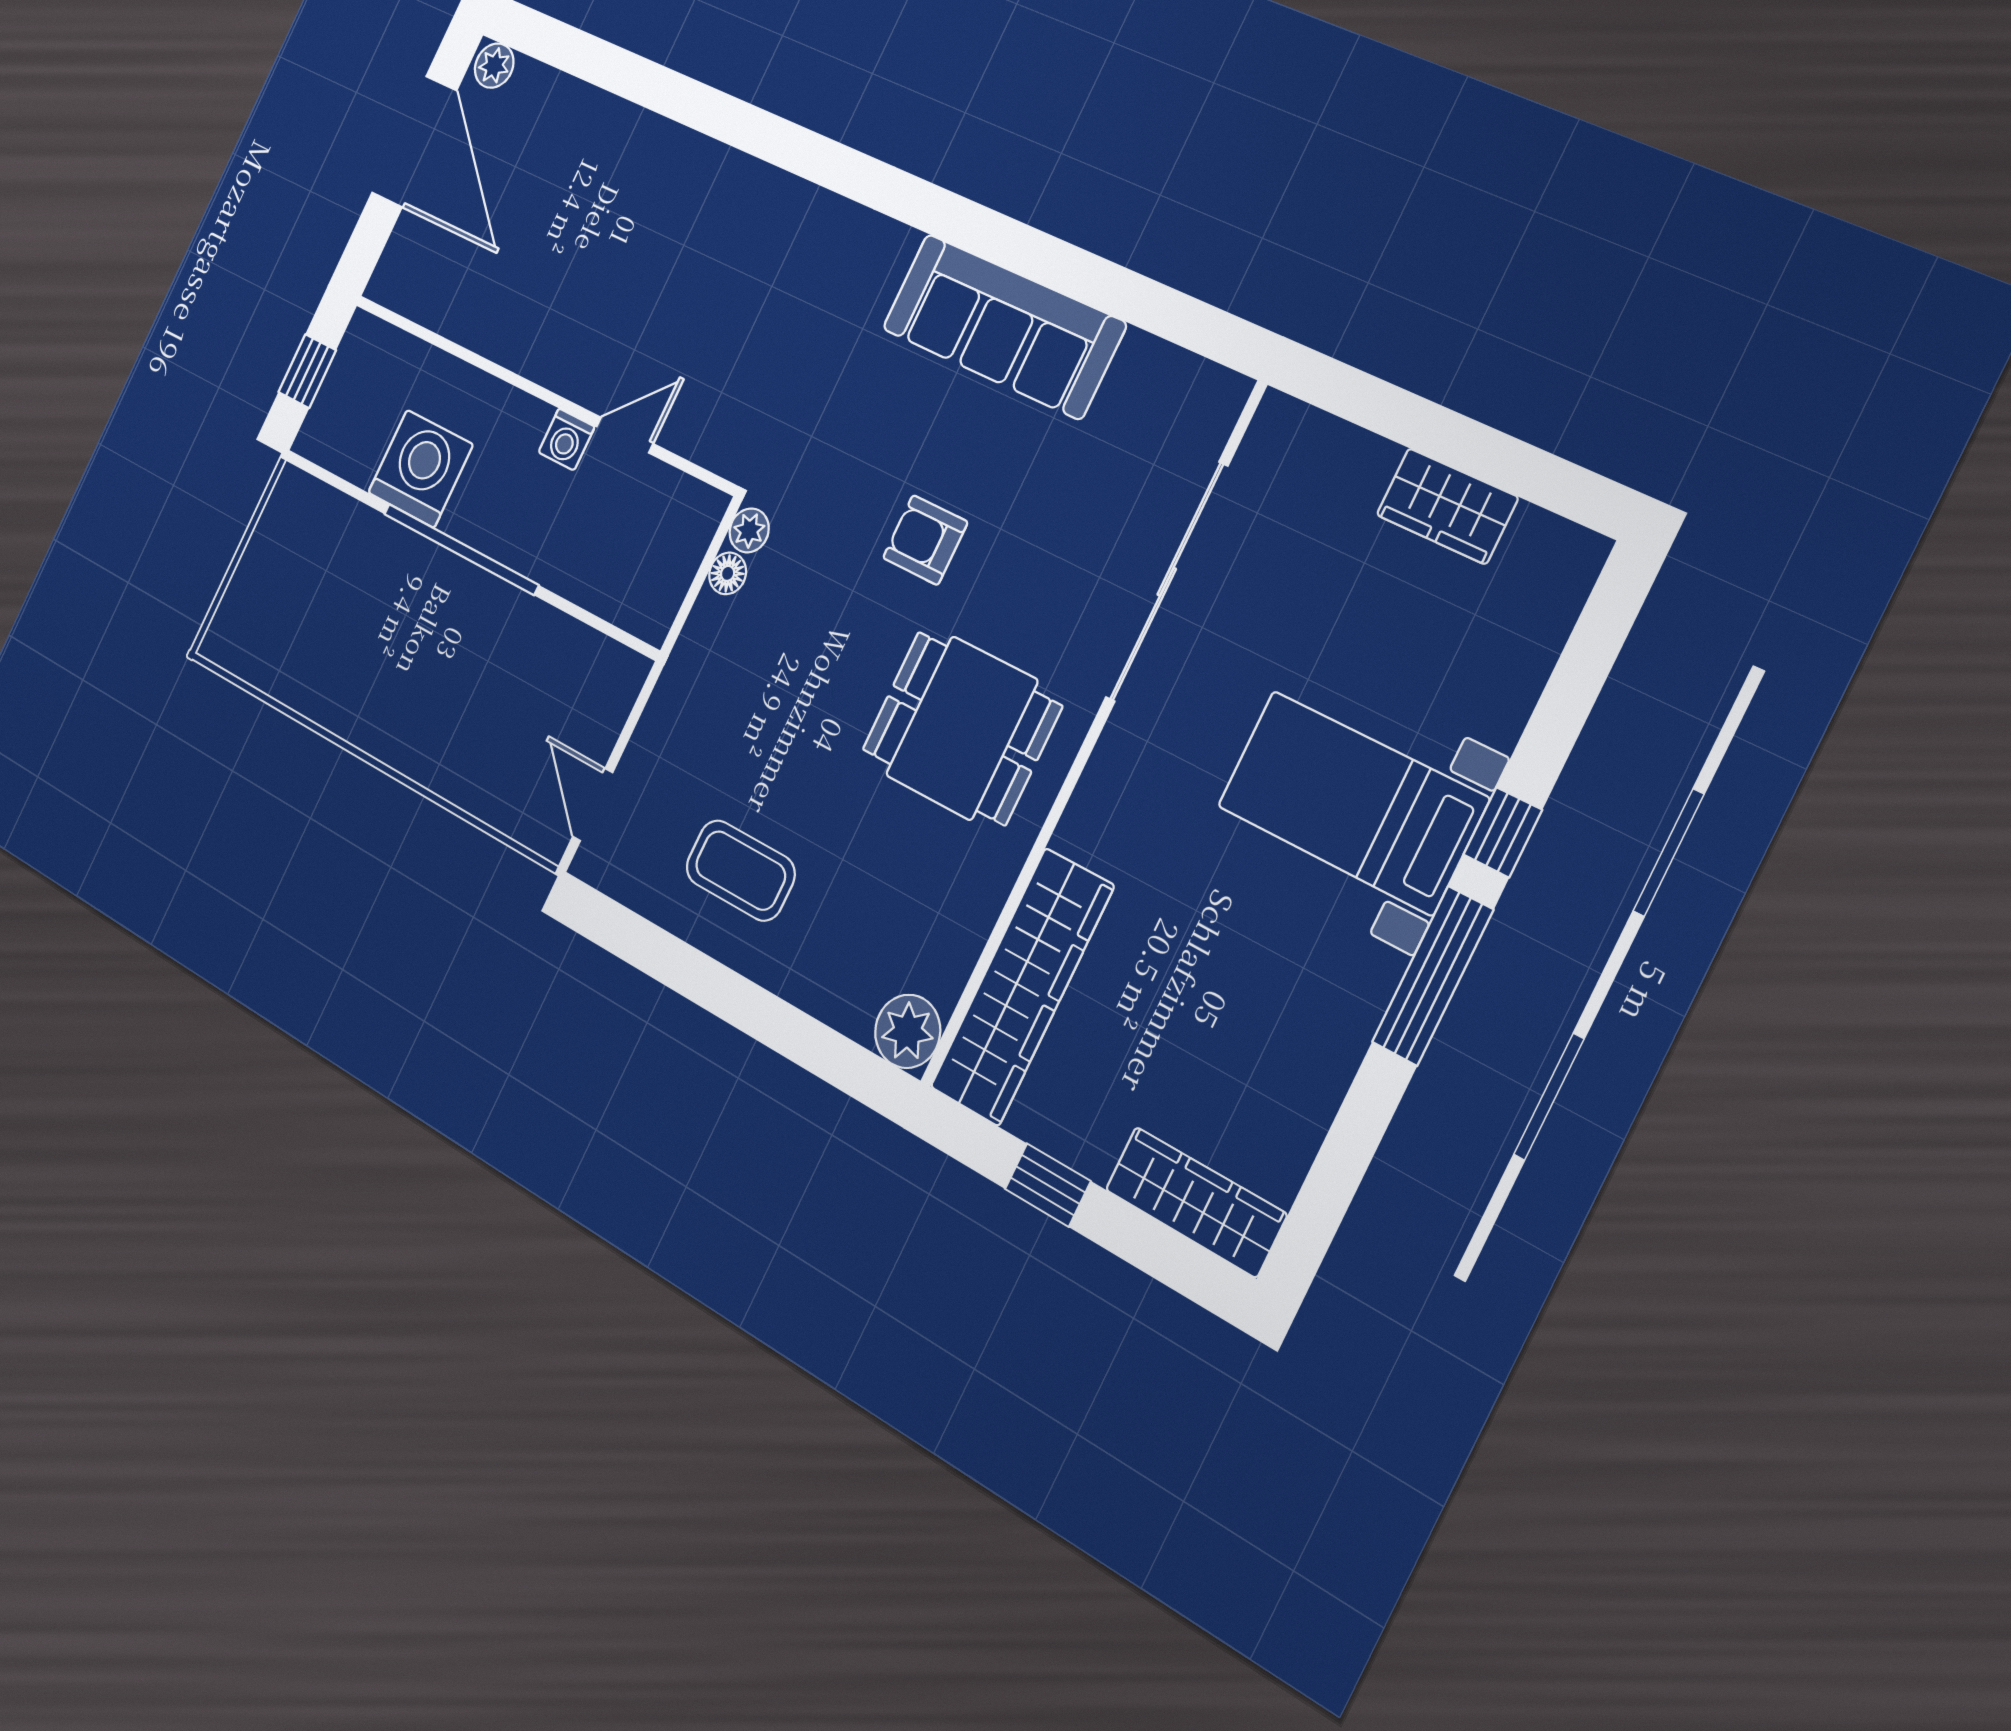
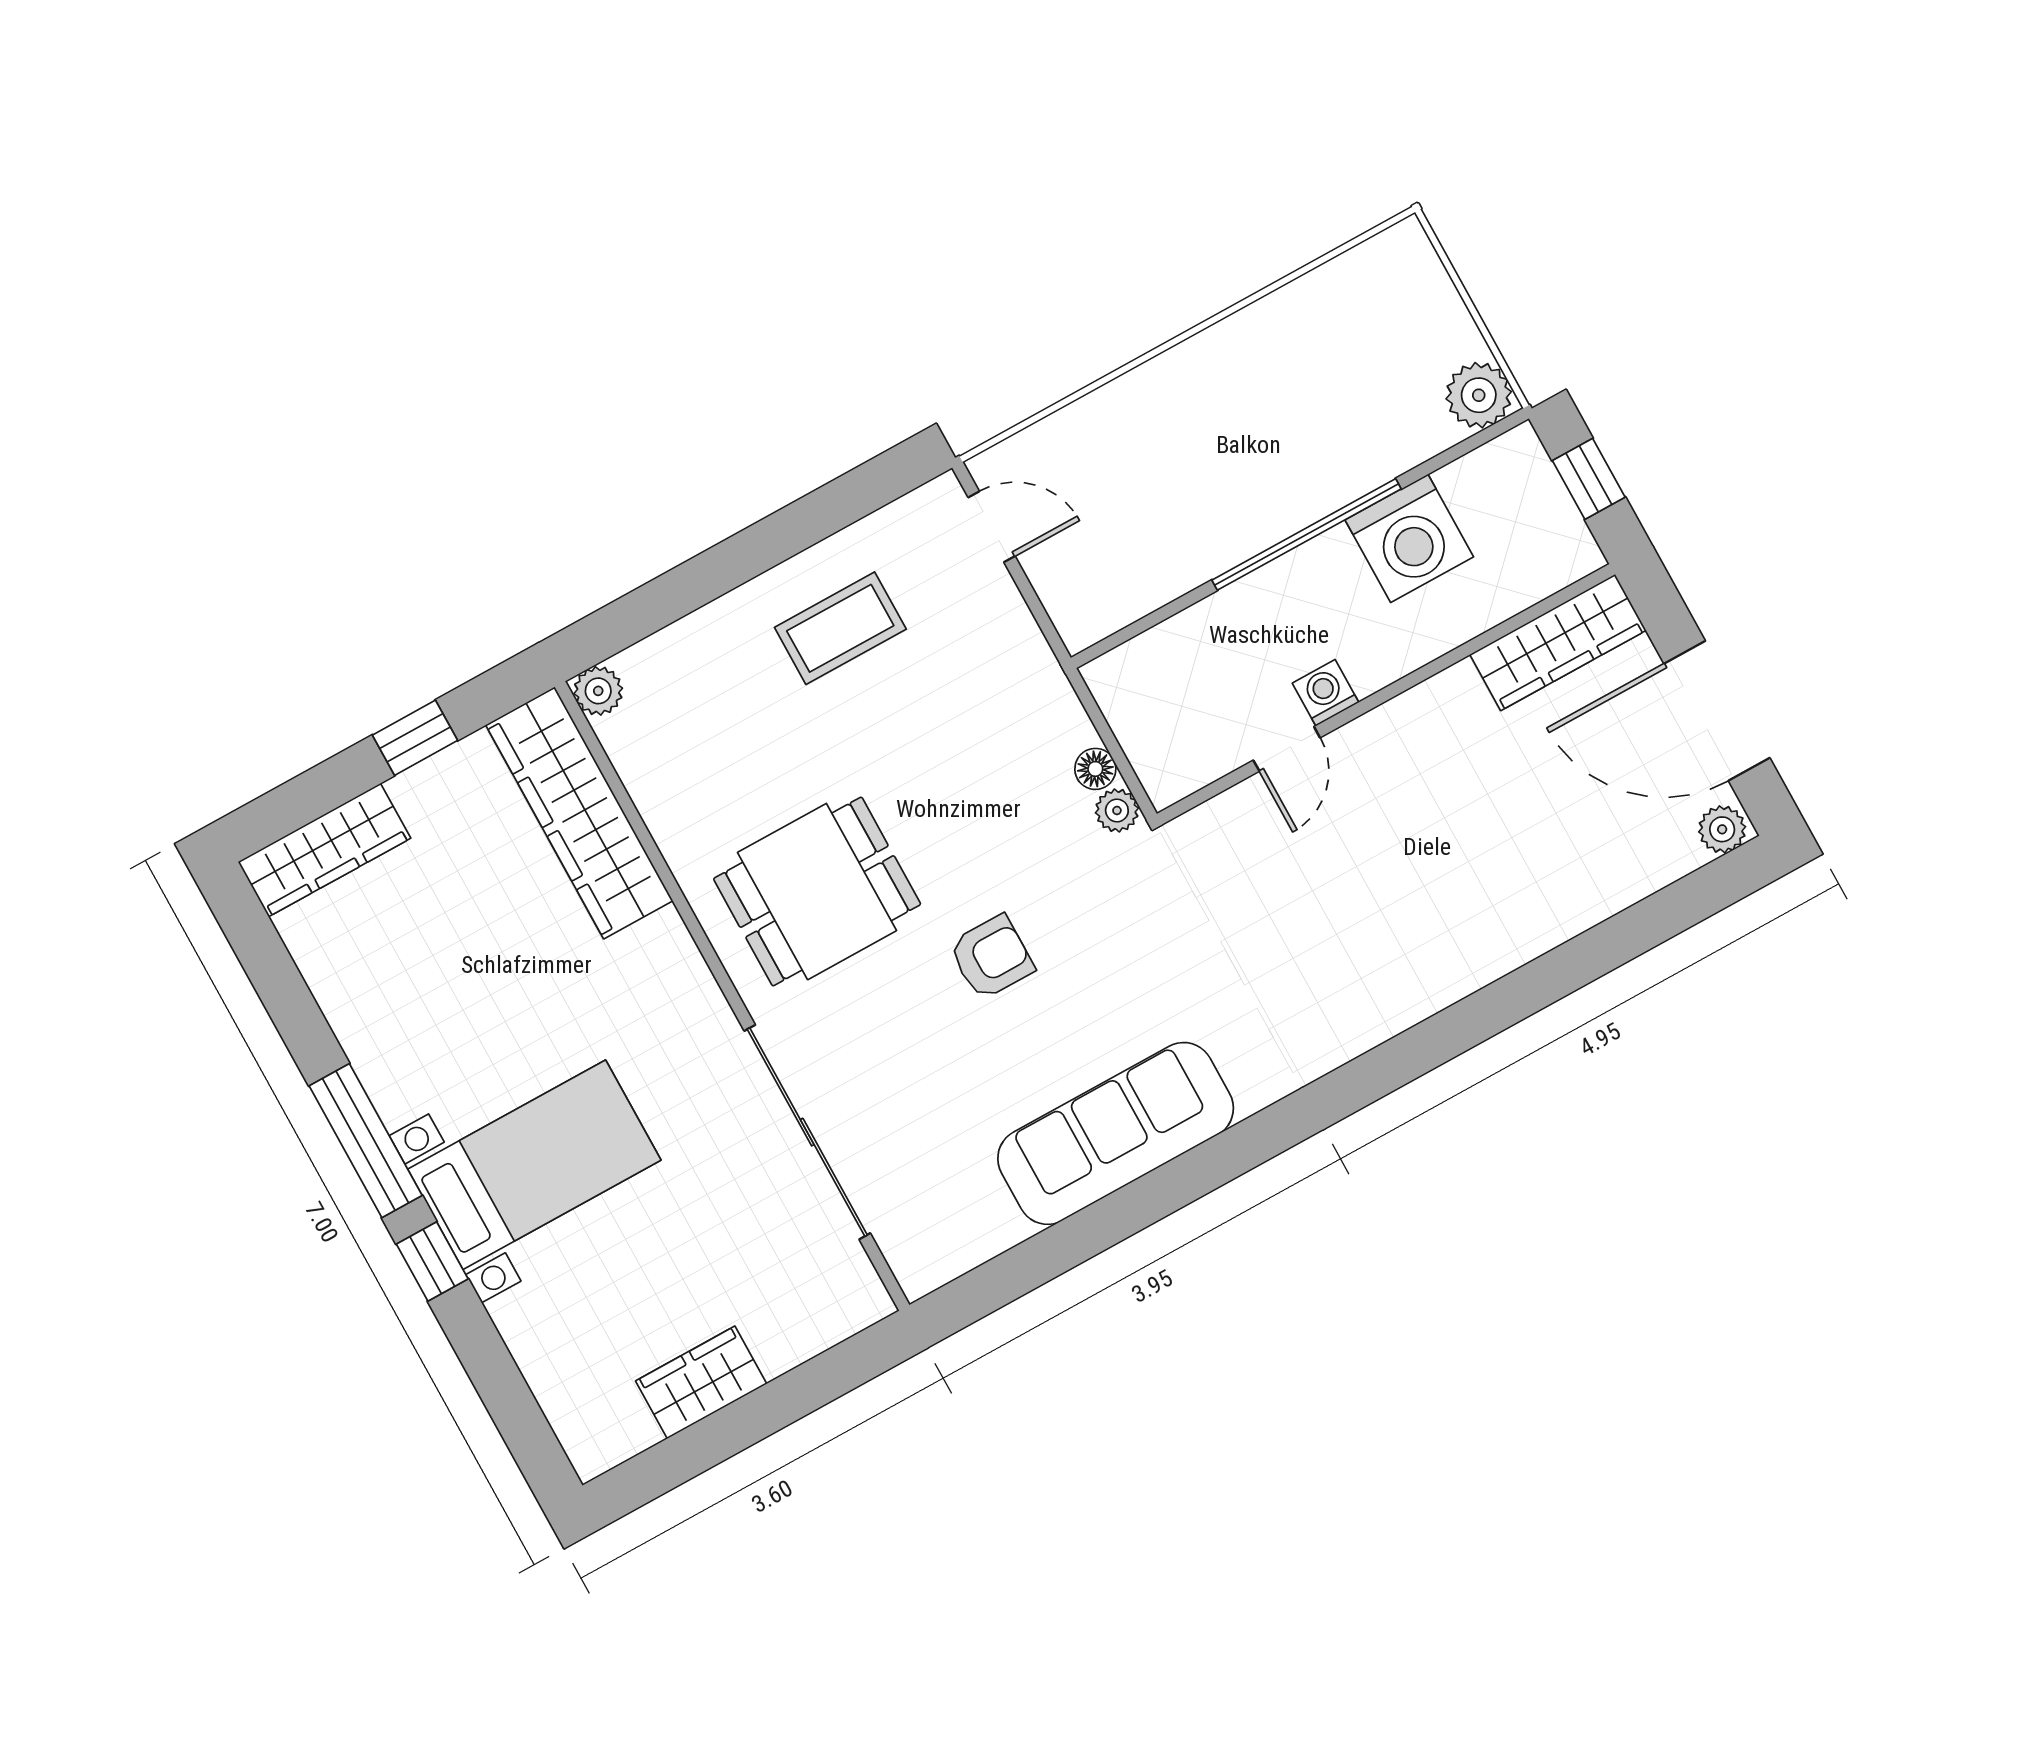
wardrobe: (432, 297) -> (1558, 642), added
plant: (294, 501) -> (1479, 395), added
plant: (908, 1031) -> (598, 691), width x0.73, depth x0.73

